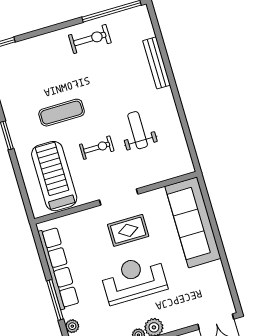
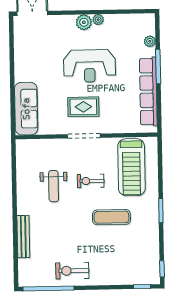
sofa: (193, 222) -> (26, 109), width x0.74, depth x0.79

